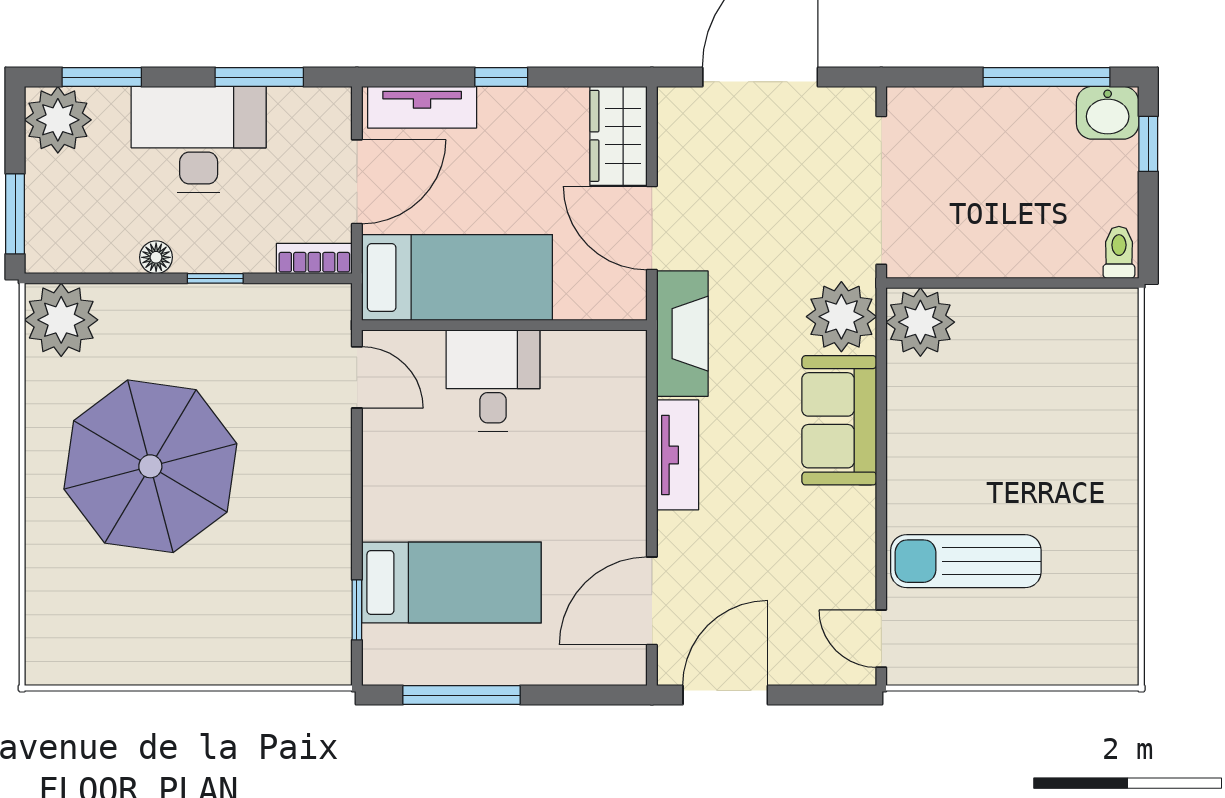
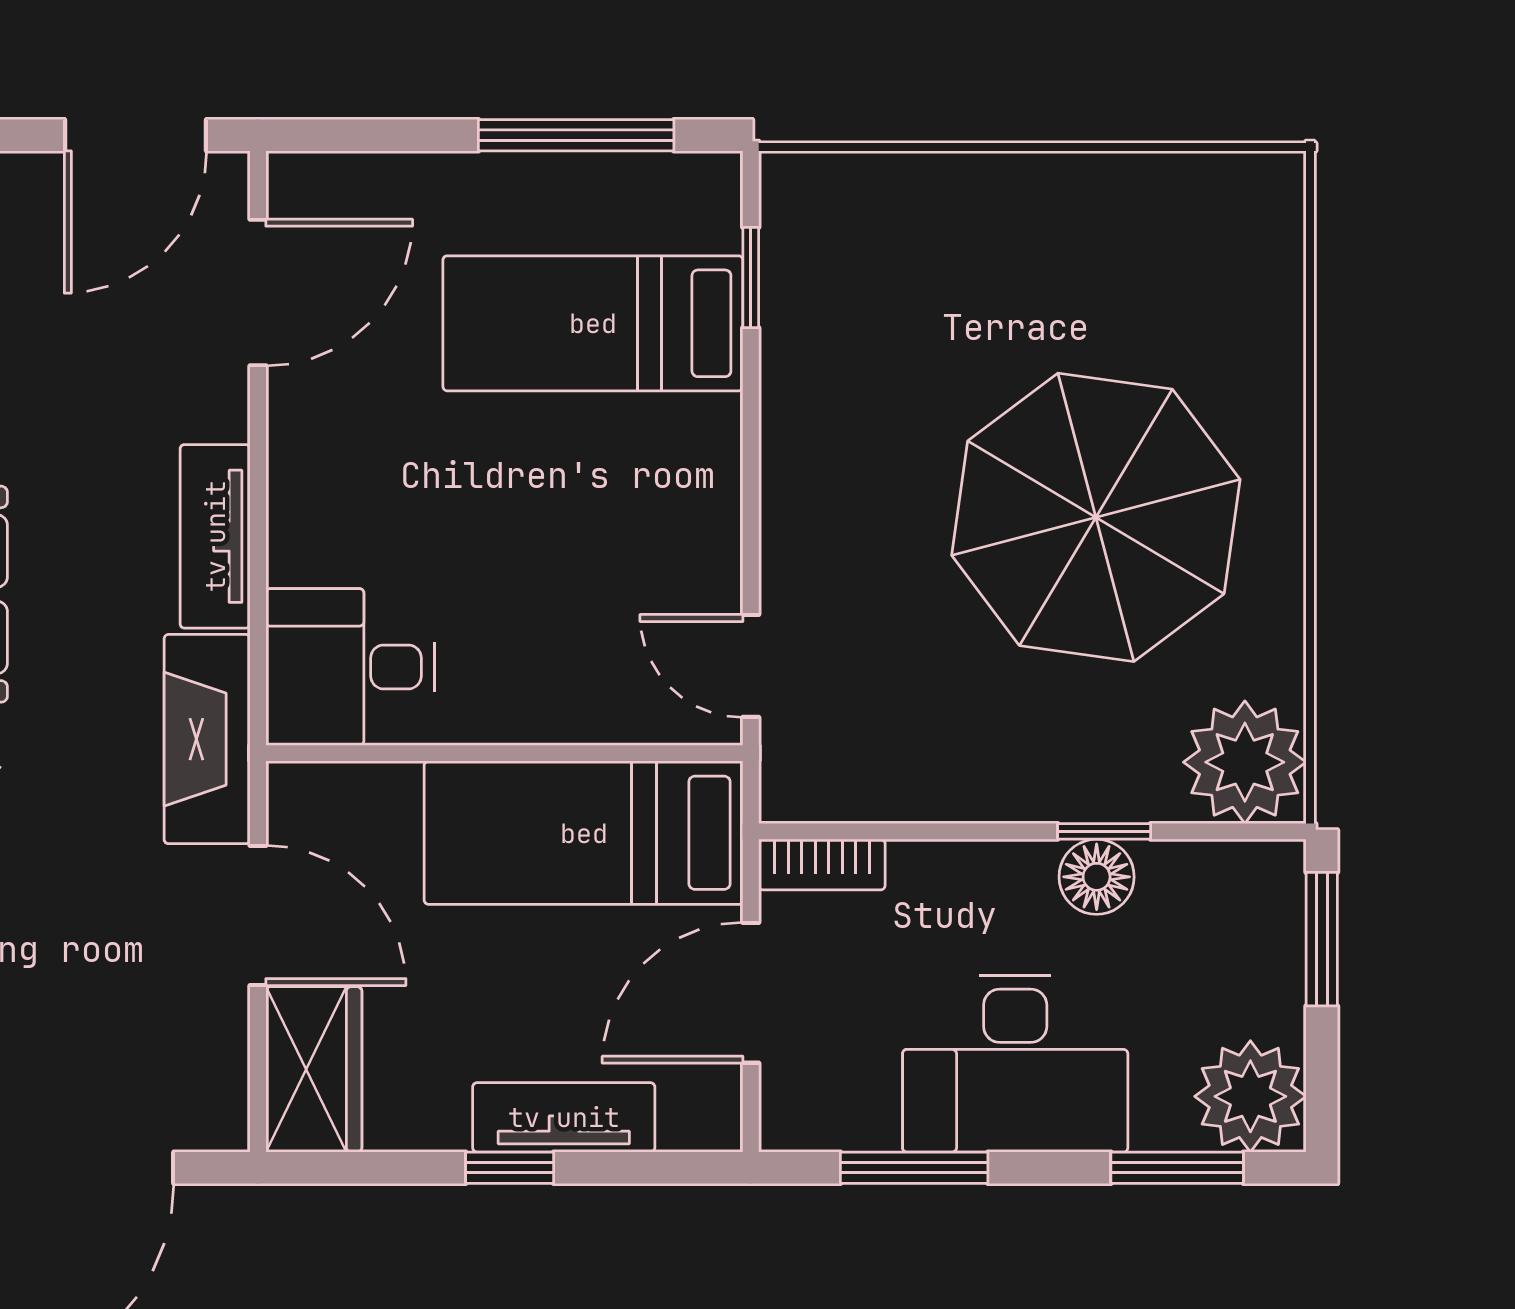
tv unit: (422, 107) -> (564, 1117), moved
floor lamp: (156, 257) -> (1097, 877), width x1.37, depth x1.37
window: (215, 278) -> (1104, 831), moved
desk: (493, 380) -> (350, 667), moved, turned 90

